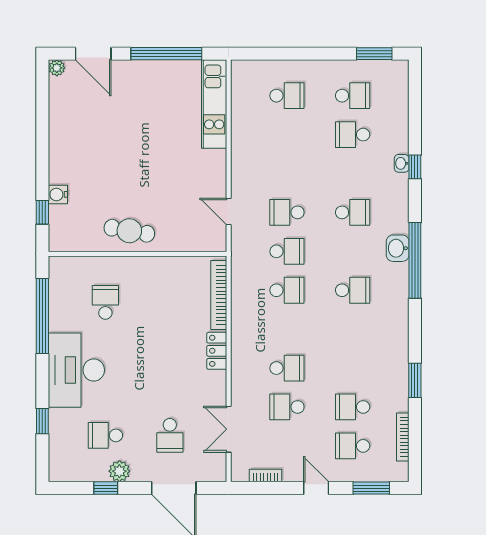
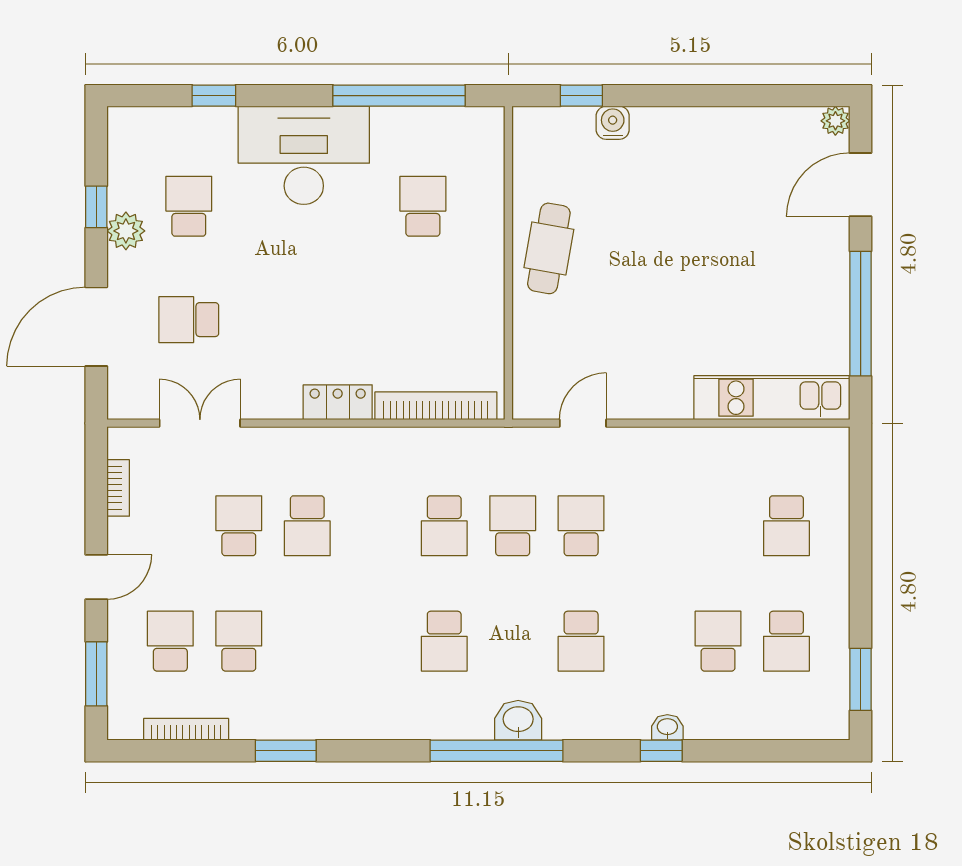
school desk: (287, 251) -> (513, 526), turned 180
school desk: (105, 302) -> (423, 206), turned -90

